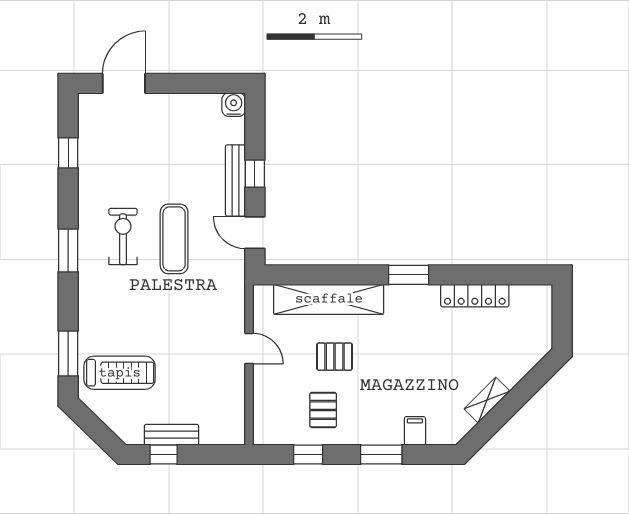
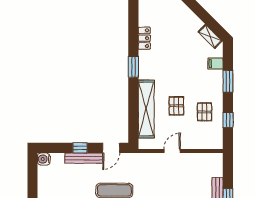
locker: (475, 296) -> (144, 38), width x0.66
shelving: (487, 400) -> (210, 36), moved
pallet: (323, 410) -> (205, 112), turned 90

